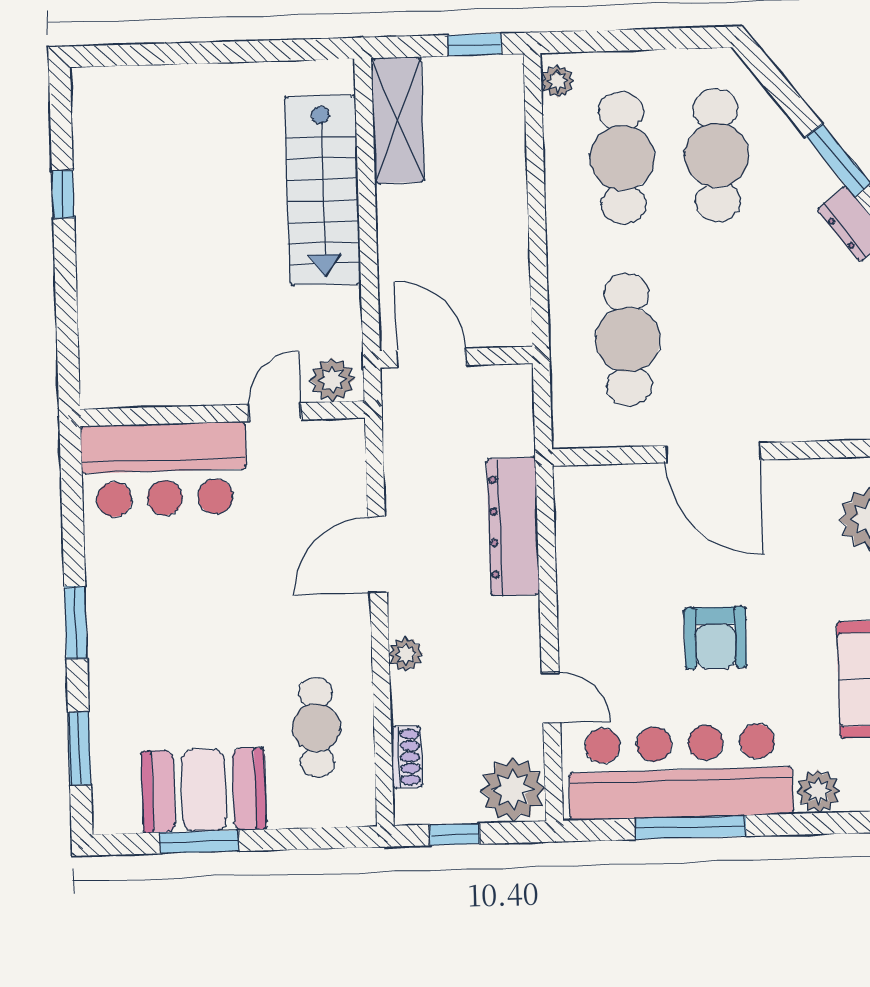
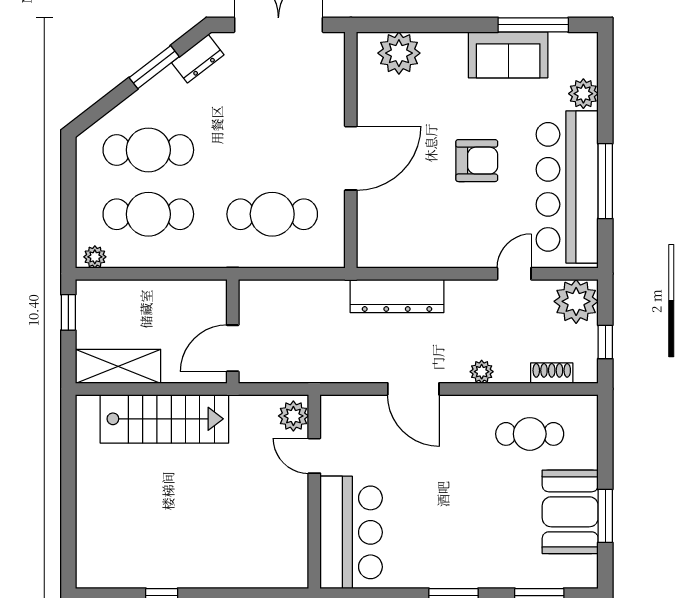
wall: (456, 357) -> (233, 331), moved
door: (431, 358) -> (233, 348), moved

